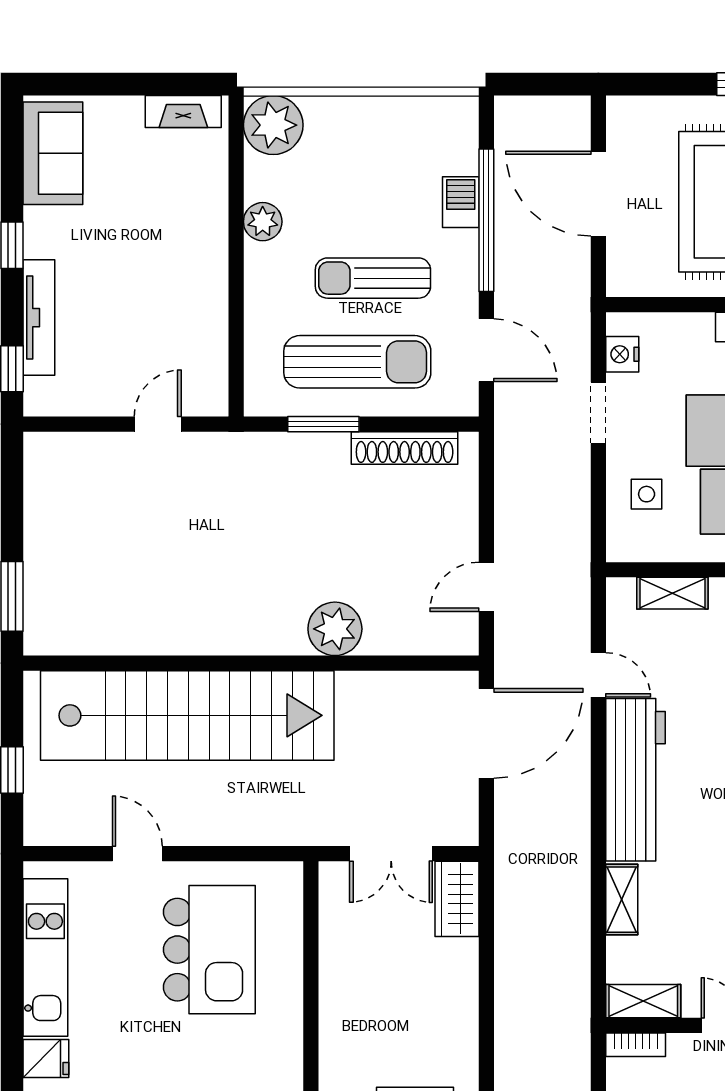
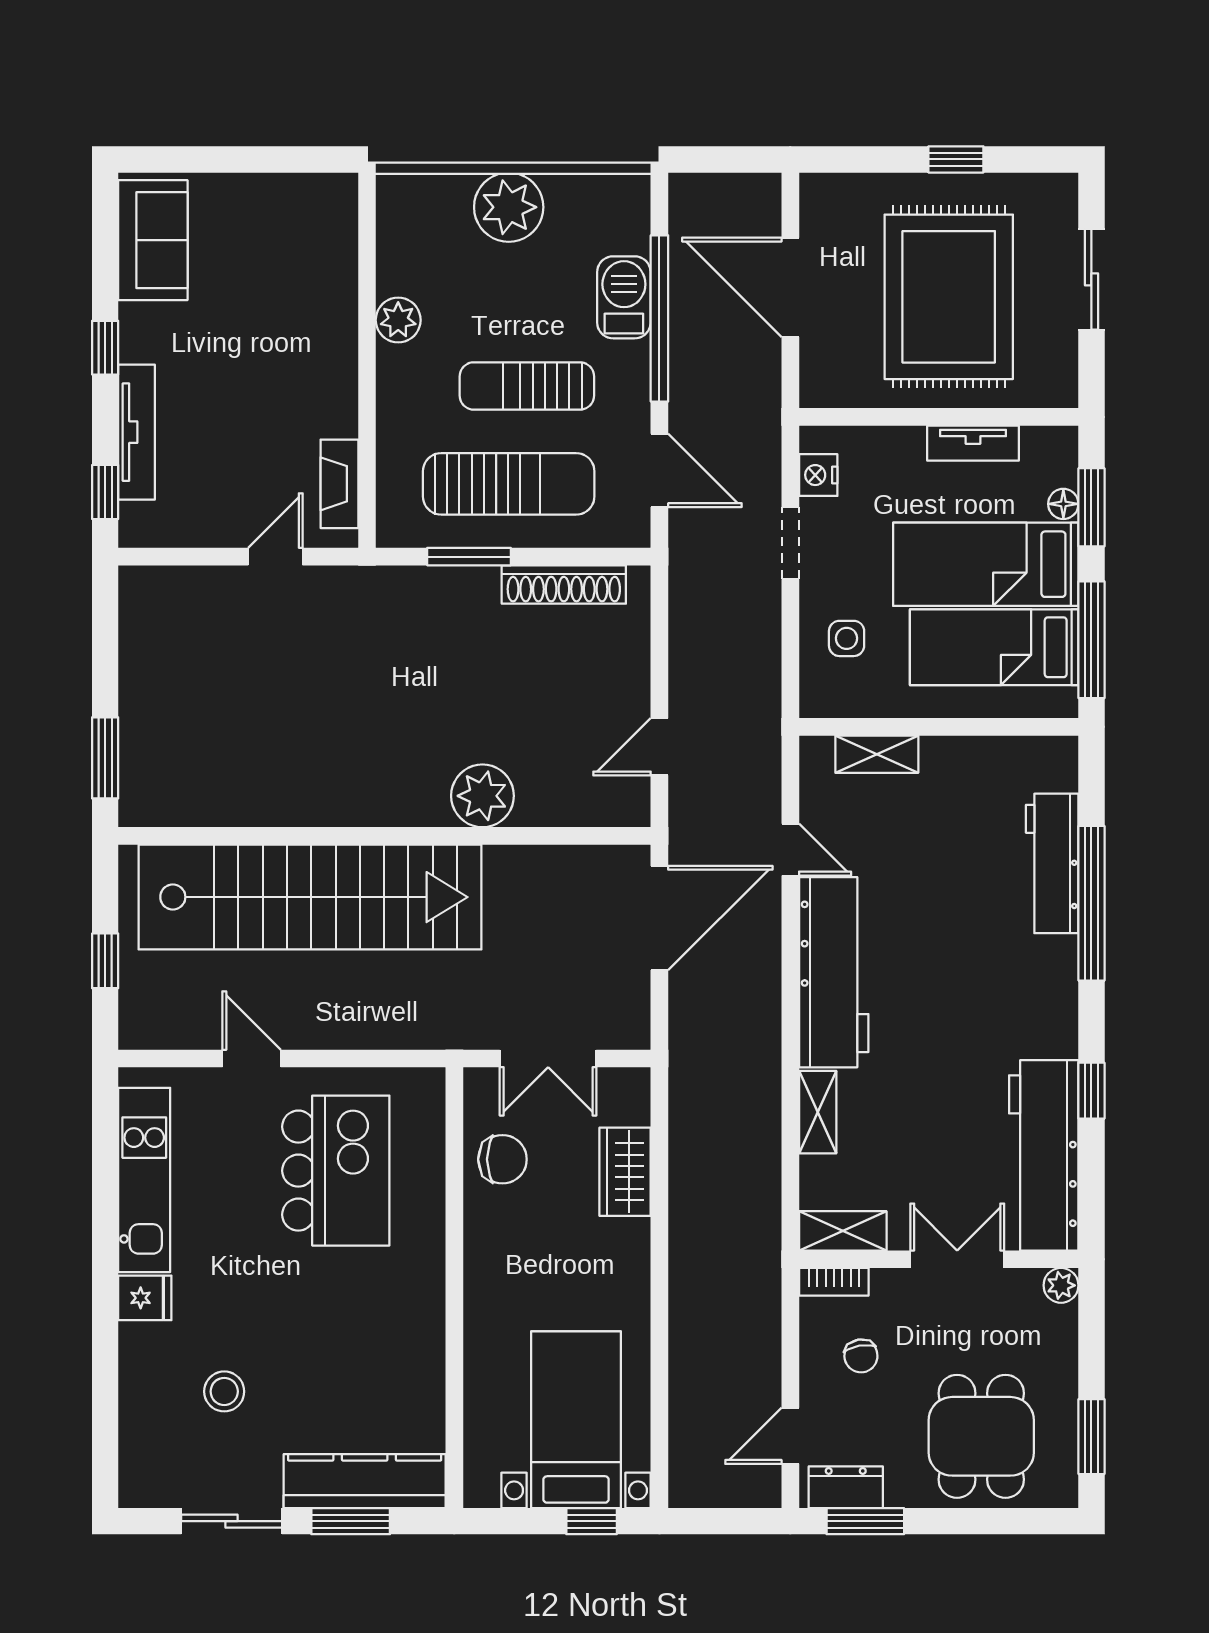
fireplace: (183, 112) -> (339, 484), moved, turned 90
plant: (273, 125) -> (509, 207), moved
barbecue: (461, 202) -> (624, 297), width x1.38, depth x1.27
wardrobe: (457, 899) -> (625, 1172), moved
chair: (352, 940) -> (502, 1159), added

